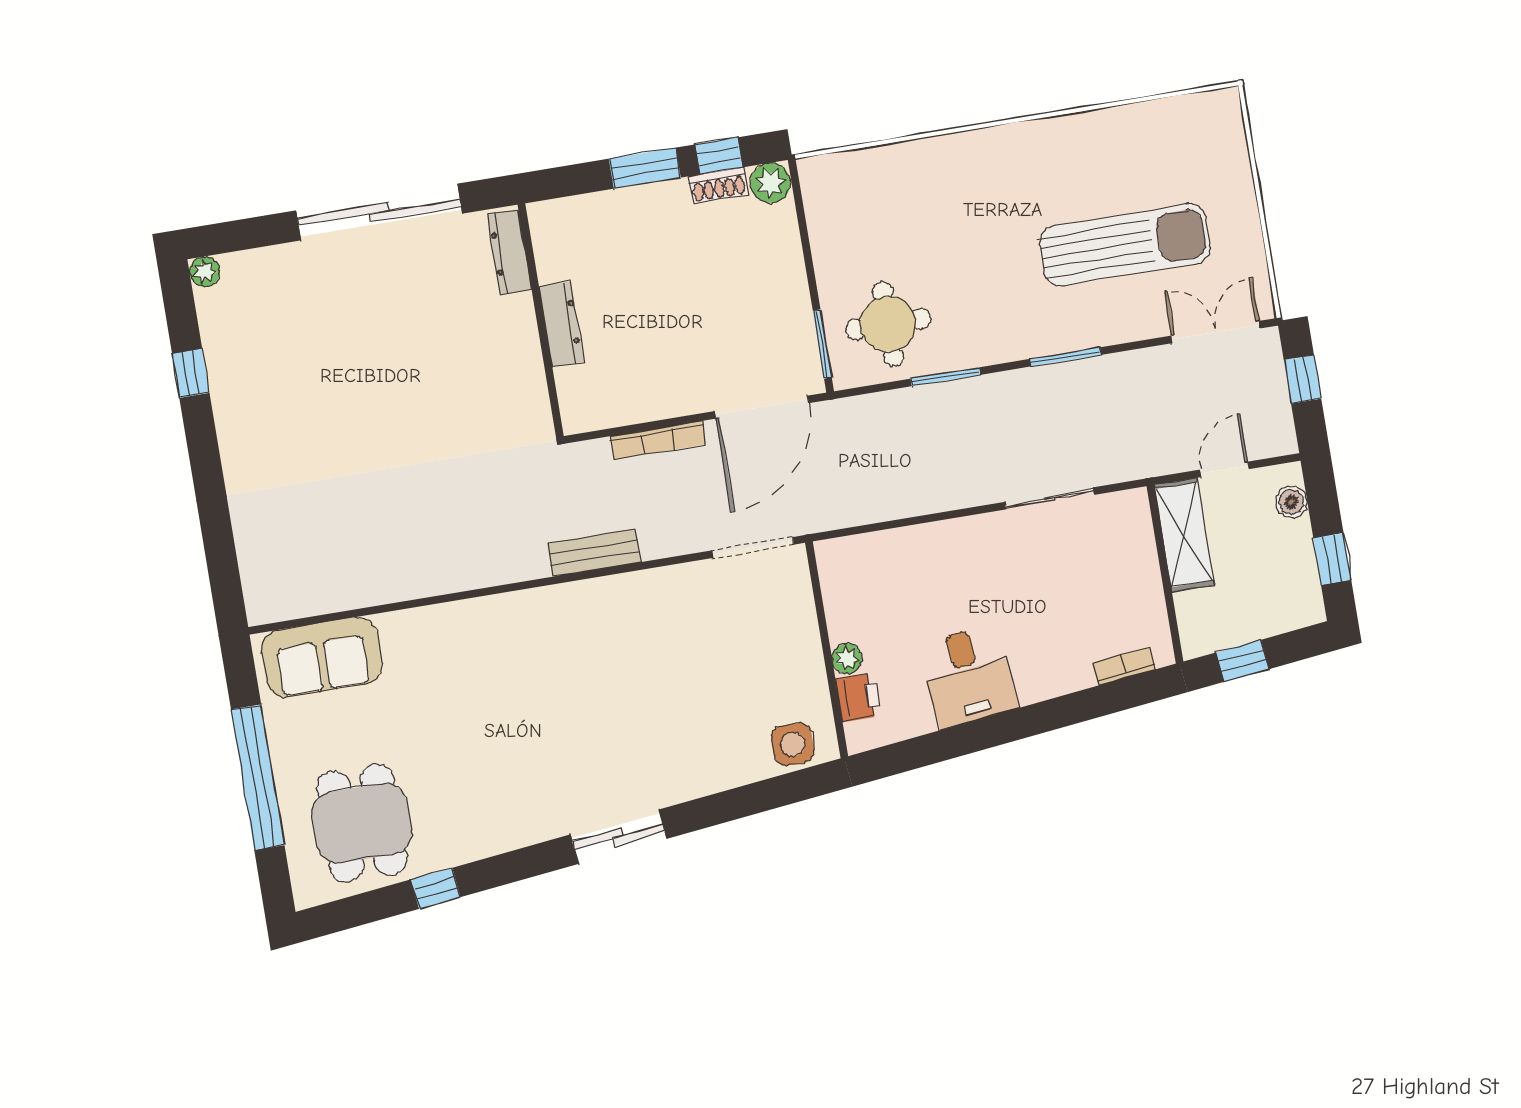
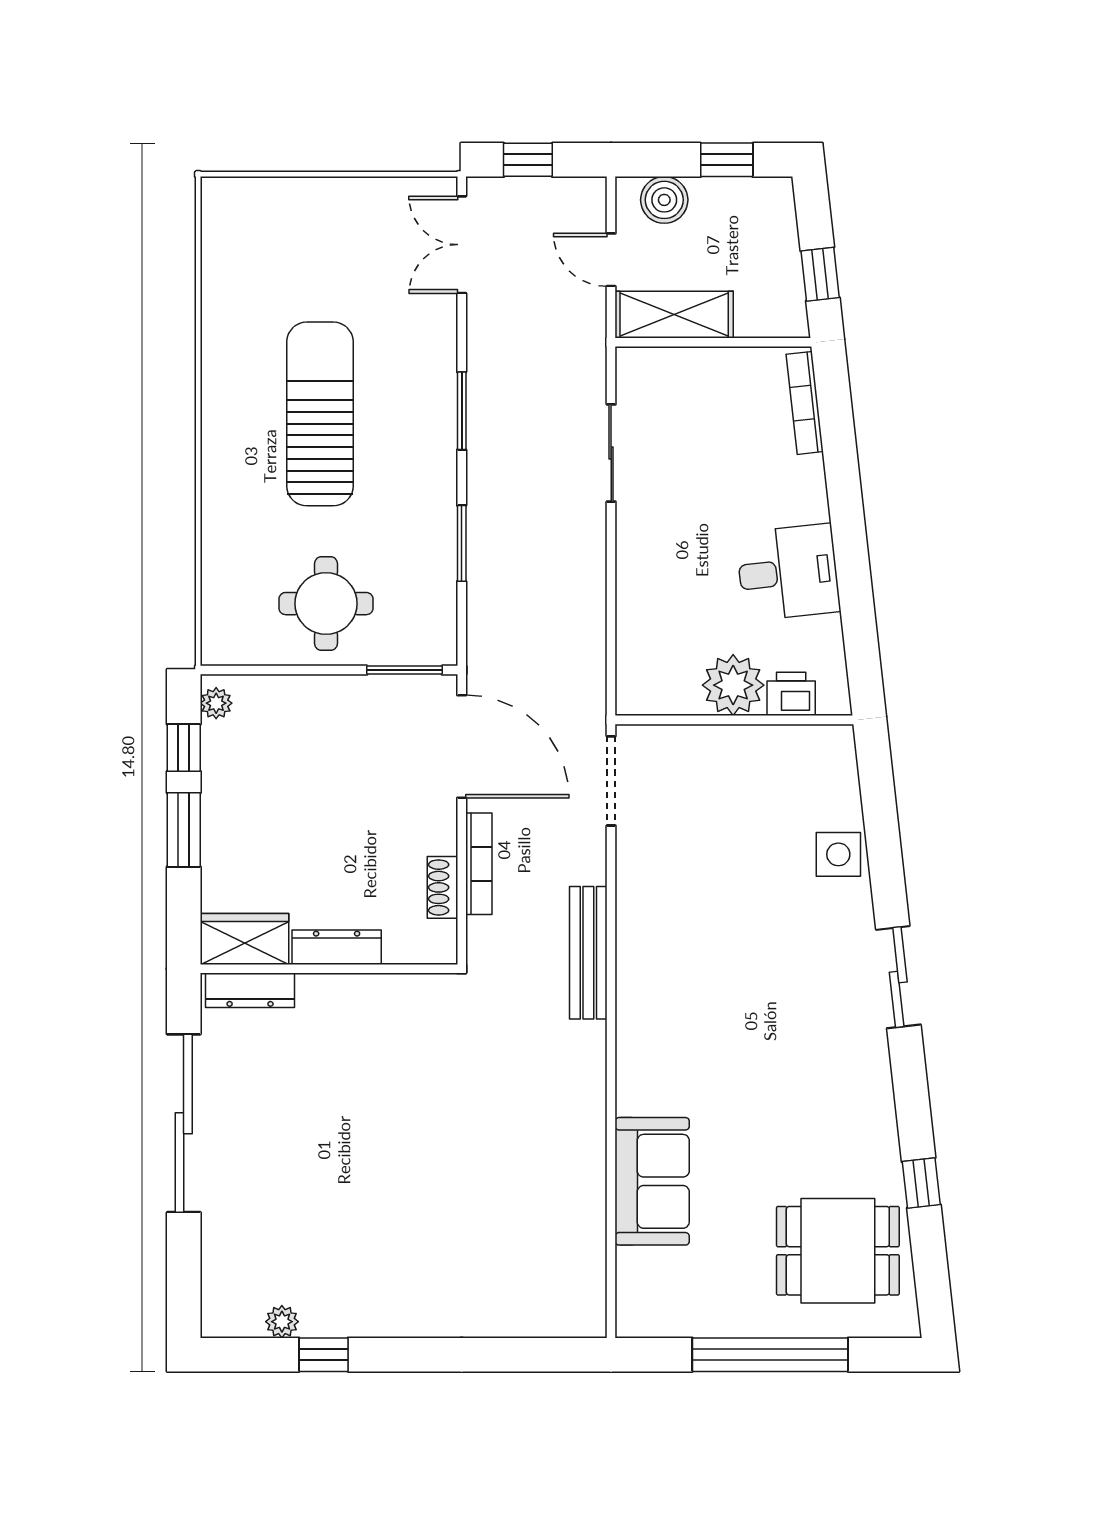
plant: (770, 183) -> (216, 703), width x0.73, depth x0.73
shoe rack: (719, 185) -> (442, 887), moved, turned 180
wardrobe: (555, 240) -> (245, 939), added
sun lounger: (1125, 245) -> (320, 414), moved
plant: (205, 272) -> (282, 1322), moved
round table: (888, 324) -> (326, 604), moved
boiler: (1291, 502) -> (664, 200), width x1.36, depth x1.36
bench: (594, 553) -> (588, 953), width x1.36
sofa: (322, 657) -> (652, 1181), moved
plant: (847, 659) -> (733, 685), width x1.88, depth x1.88
bookcase: (1124, 666) -> (805, 403), width x1.56
side table: (793, 744) -> (838, 854), moved

